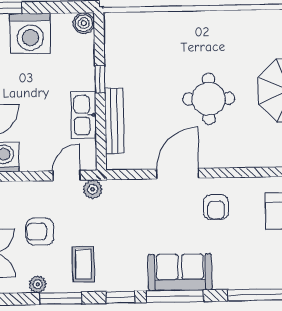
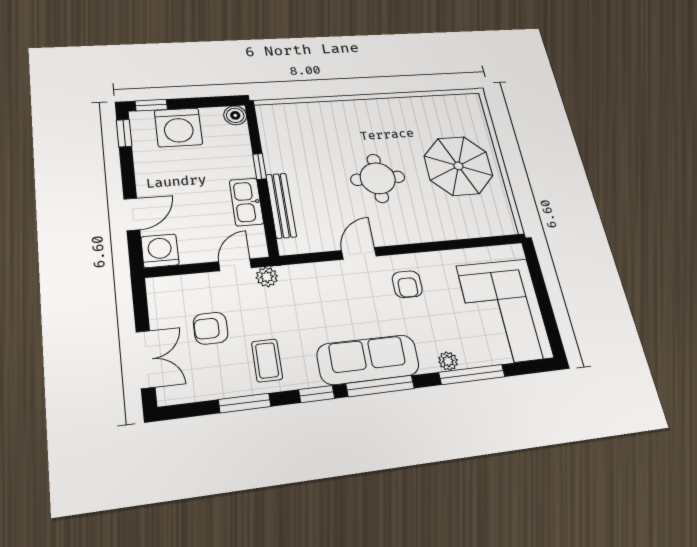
door: (178, 174) -> (359, 253), width x0.73
sofa: (180, 272) -> (368, 360), width x1.36
plant: (38, 284) -> (448, 361), moved

